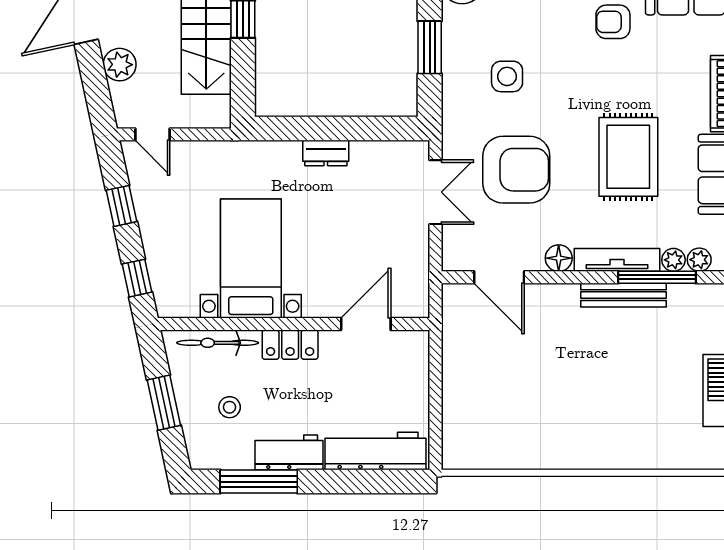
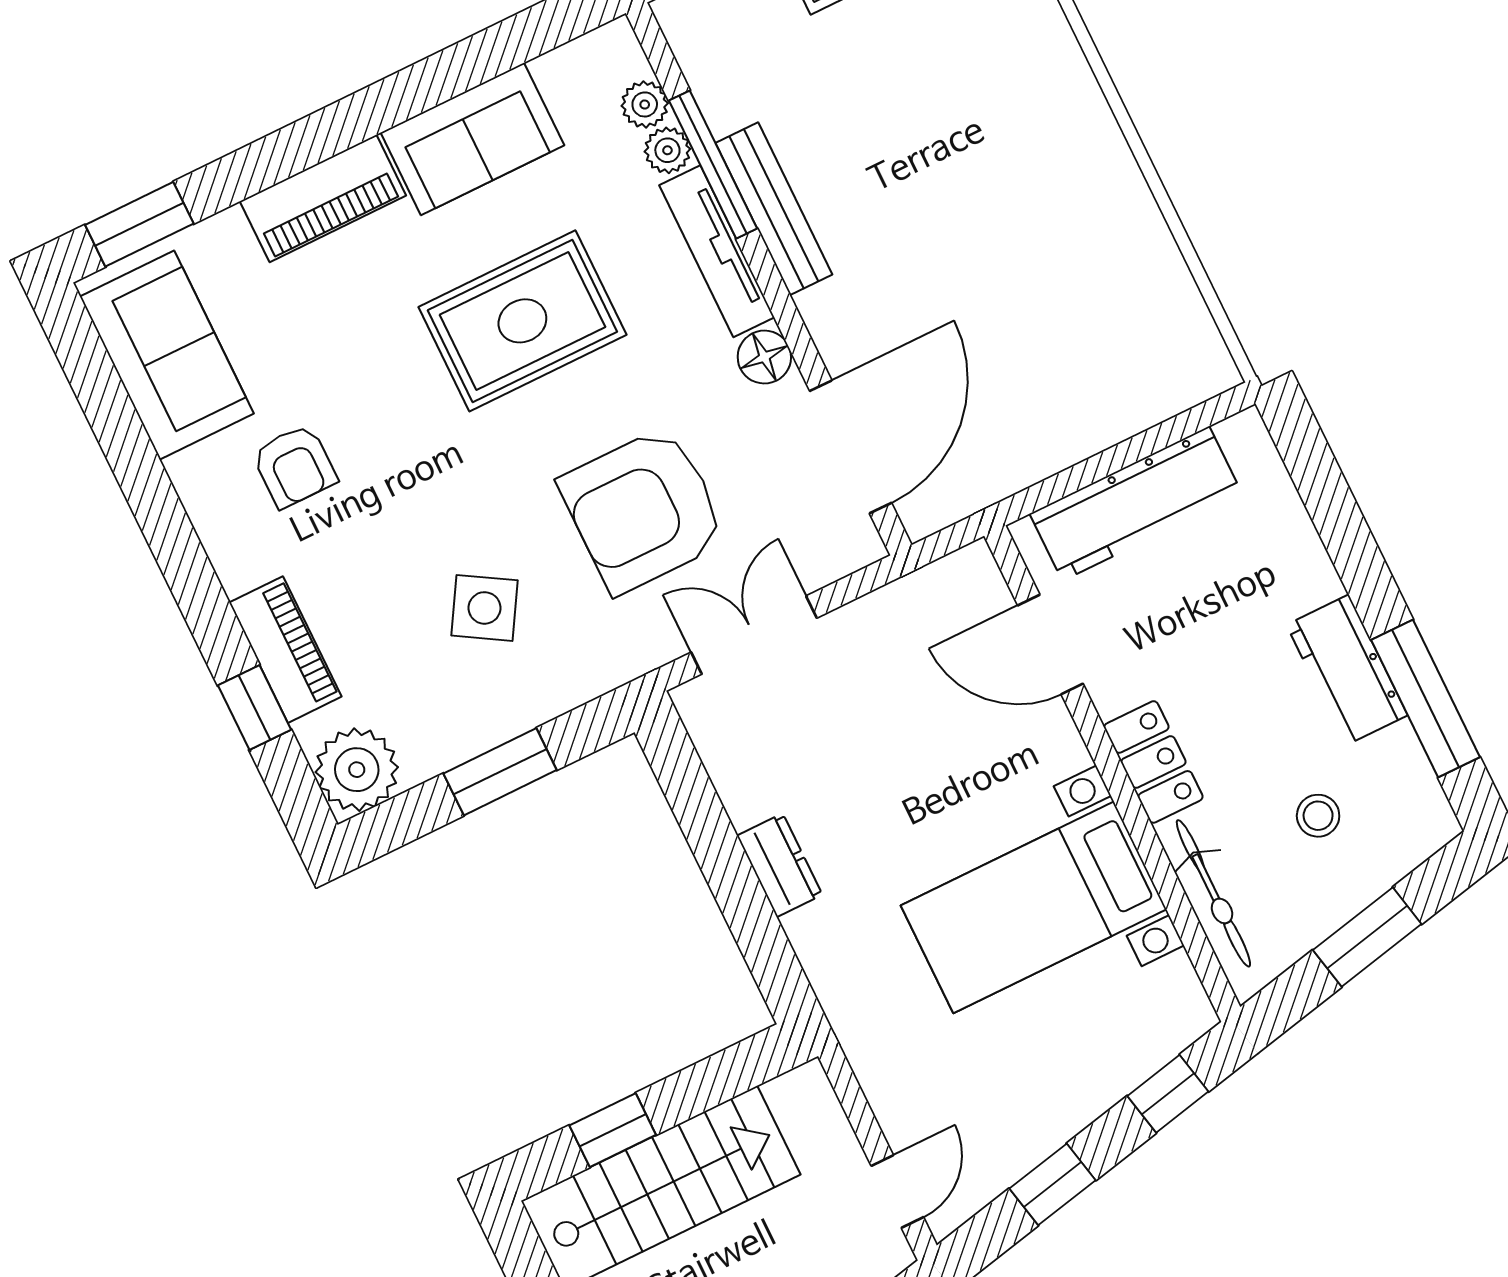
side table: (507, 76) -> (485, 608), turned 31
armchair: (516, 170) -> (643, 510), turned -90
door: (499, 277) -> (851, 447), width x1.36
workbench: (376, 451) -> (1136, 504), moved, turned -90

